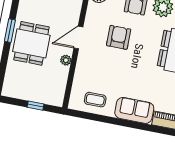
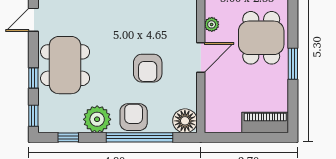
window: (10, 31) -> (293, 64), moved

